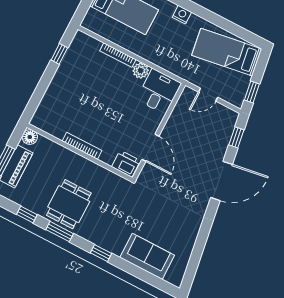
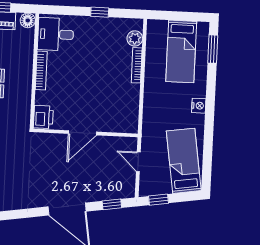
window: (59, 54) -> (100, 12), moved
plant: (141, 71) -> (135, 38), moved
desk: (159, 91) -> (56, 34), moved, turned 180
door: (150, 148) -> (82, 133), moved

